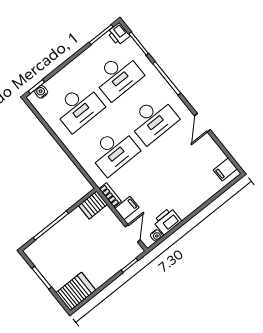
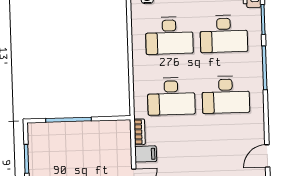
door: (202, 123) -> (267, 156), moved
server rack: (93, 205) -> (118, 129), removed

